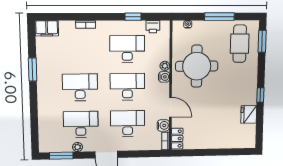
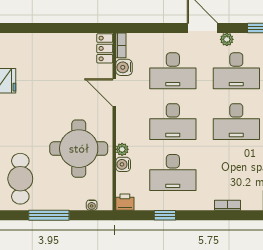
printer: (153, 27) -> (125, 202), moved
water cooler: (164, 77) -> (123, 164), moved
plant: (78, 147) -> (227, 39), moved

